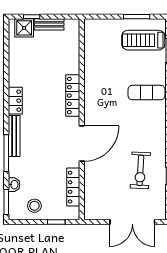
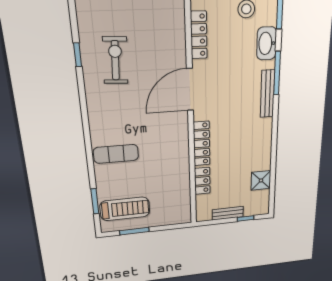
shower: (24, 28) -> (261, 180), moved
locker: (15, 101) -> (202, 181), moved, turned 180
washbasin: (14, 185) -> (267, 43), width x1.91, depth x1.45

